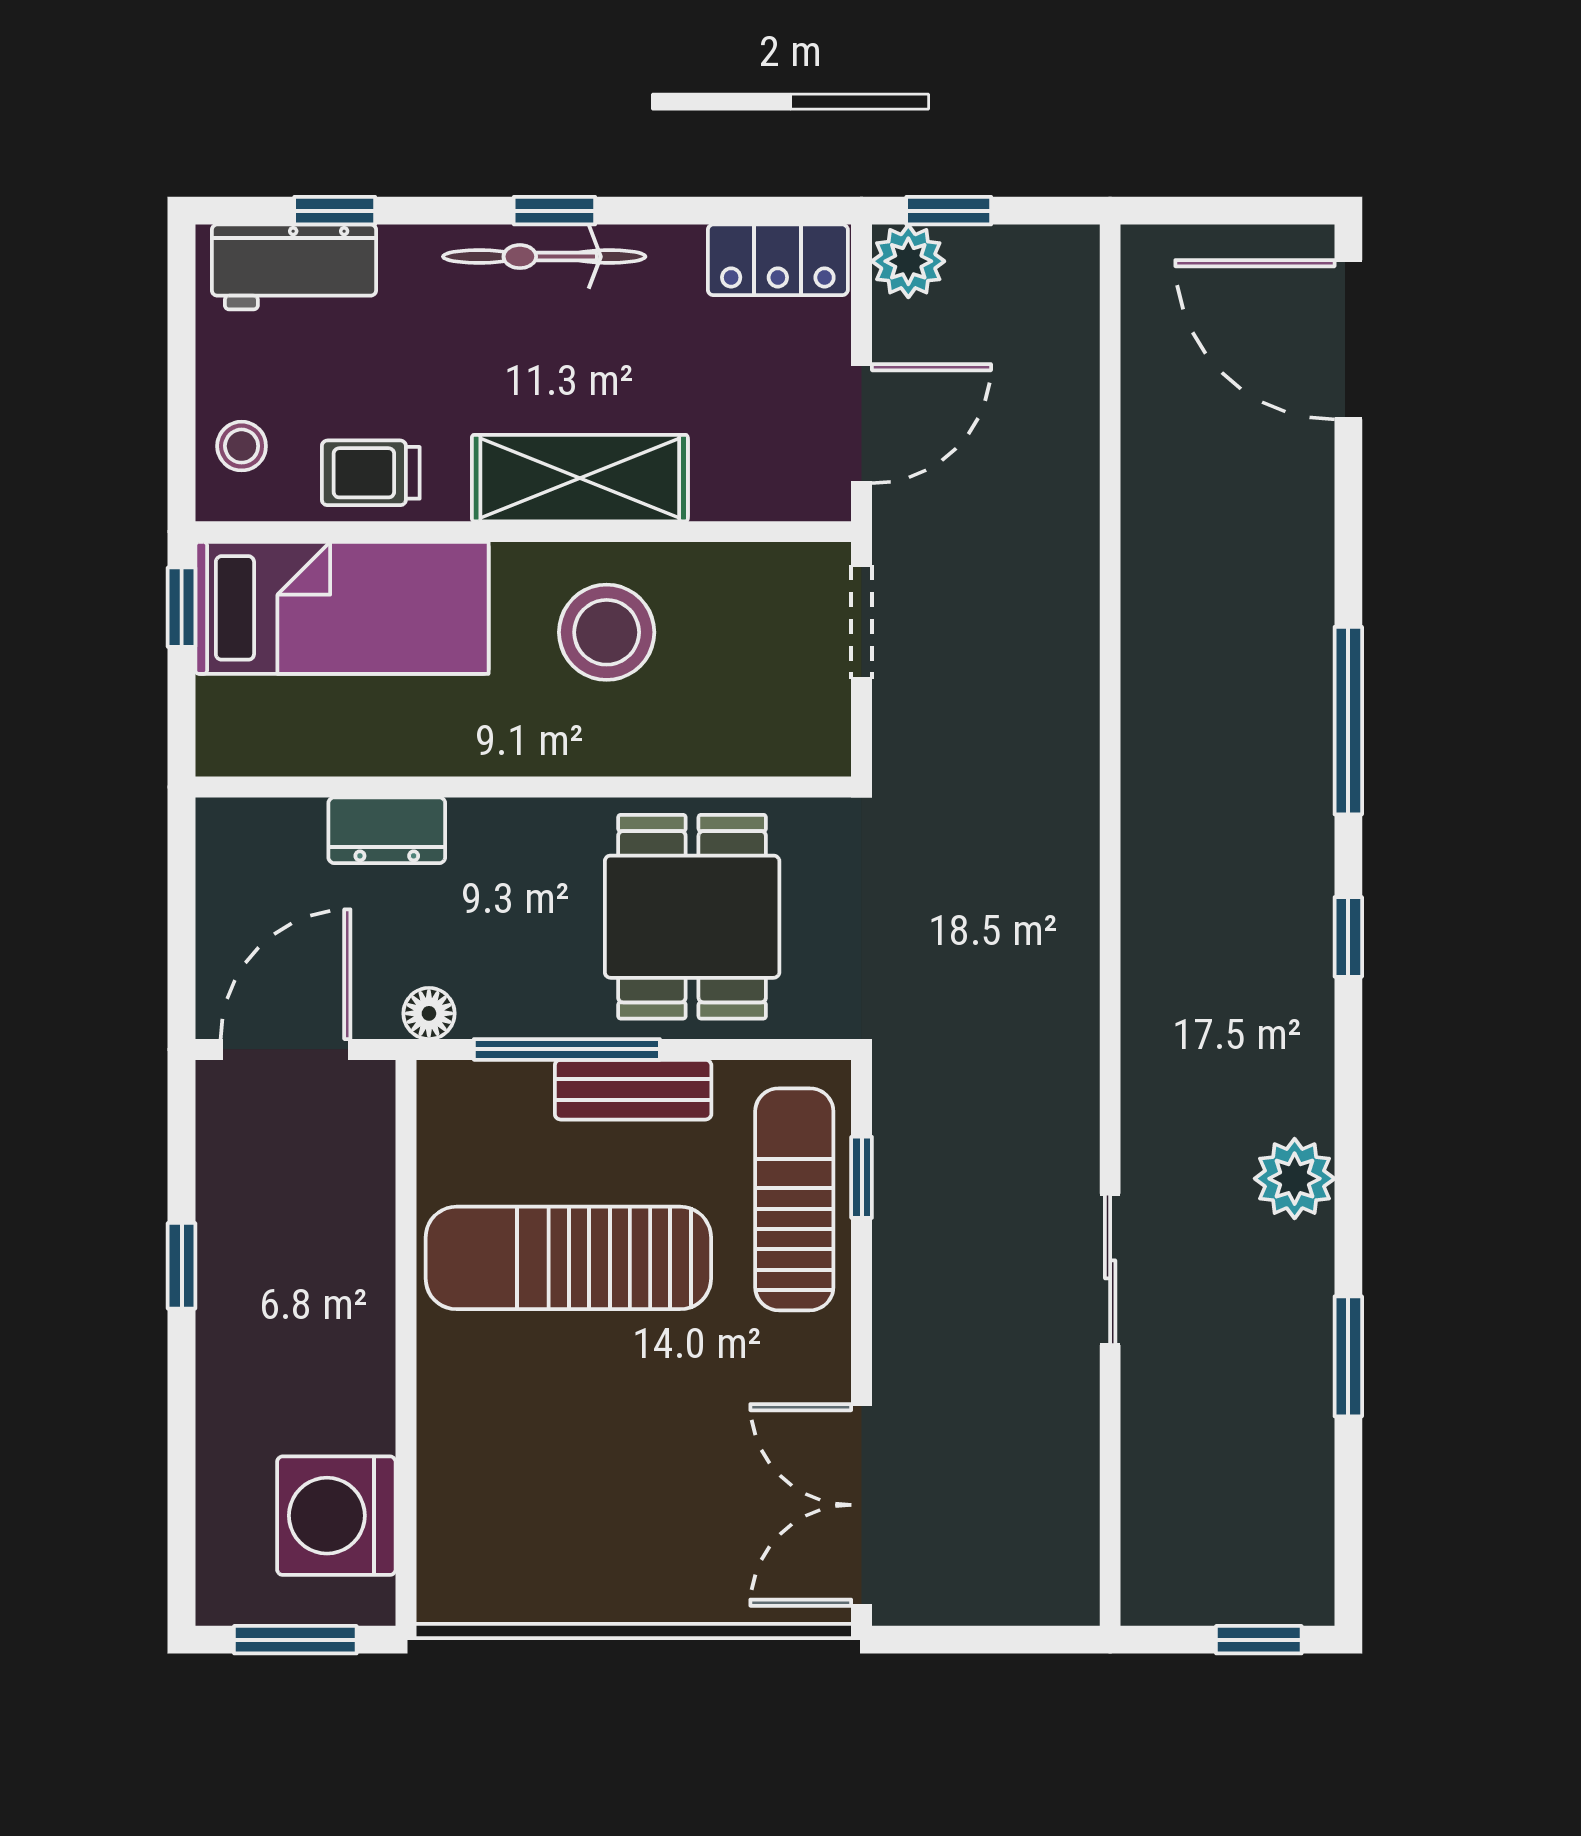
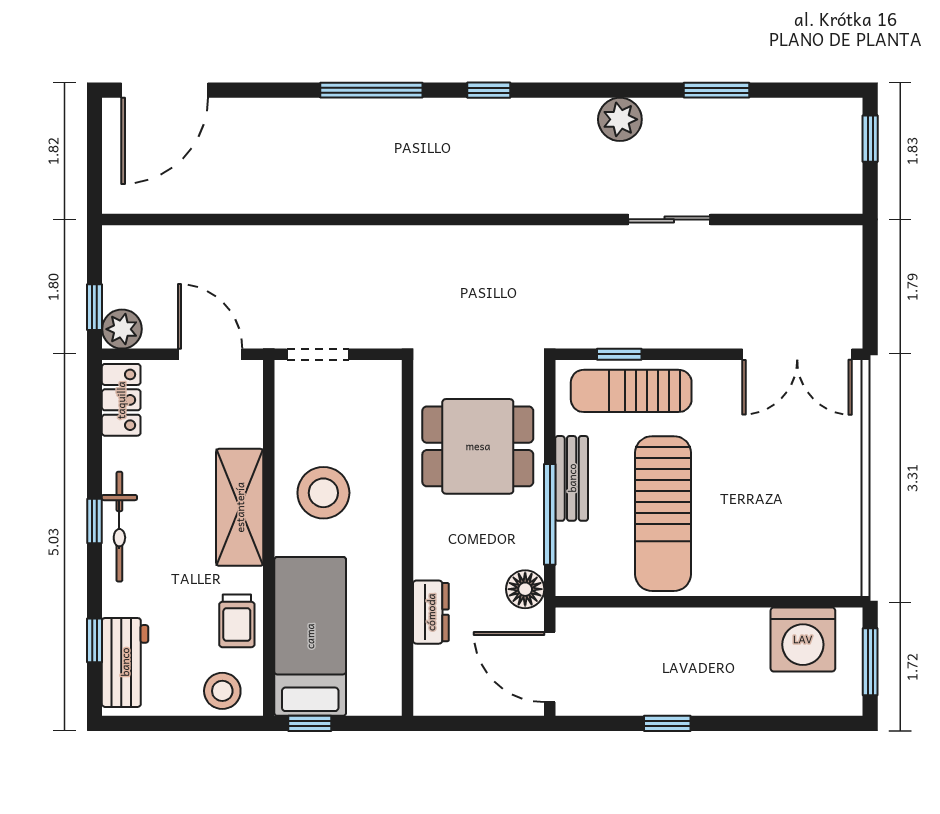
stool: (242, 446) -> (222, 691), width x1.37, depth x1.37
floor lamp: (429, 1013) -> (525, 589), width x1.37, depth x1.37

